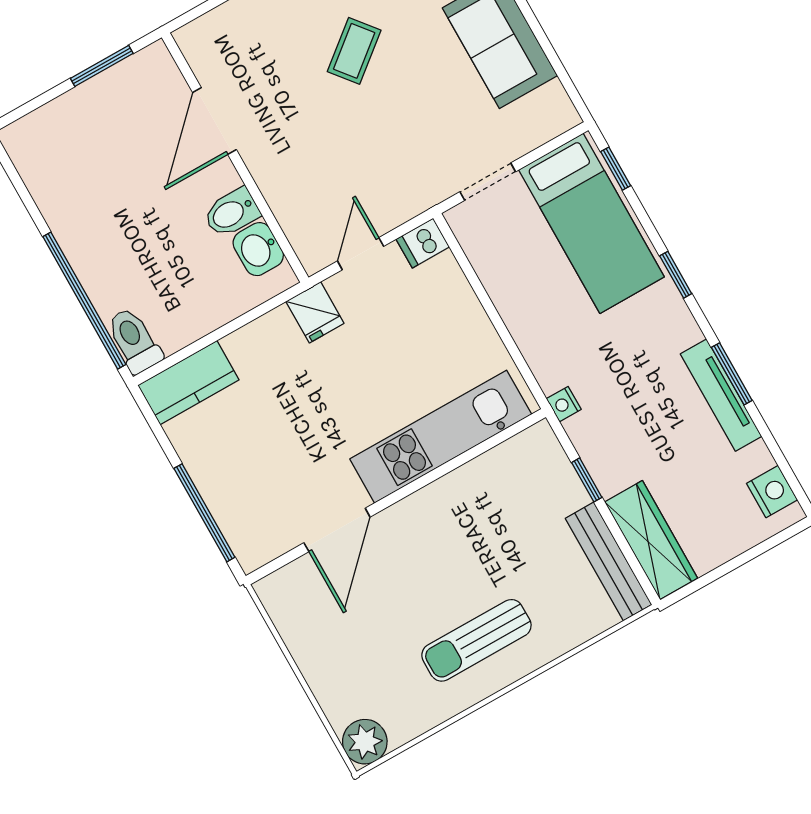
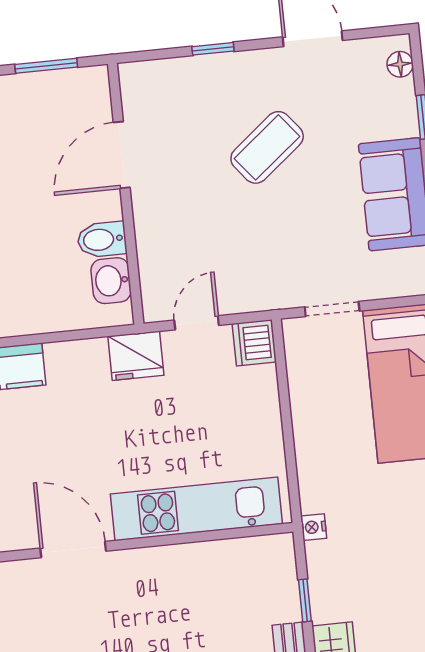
coffee table: (354, 51) -> (267, 147), width x1.36, depth x1.30
dishwasher: (423, 243) -> (254, 343), width x1.38
fridge: (315, 312) -> (136, 356), width x1.38
door: (337, 530) -> (73, 550), swing flipped

